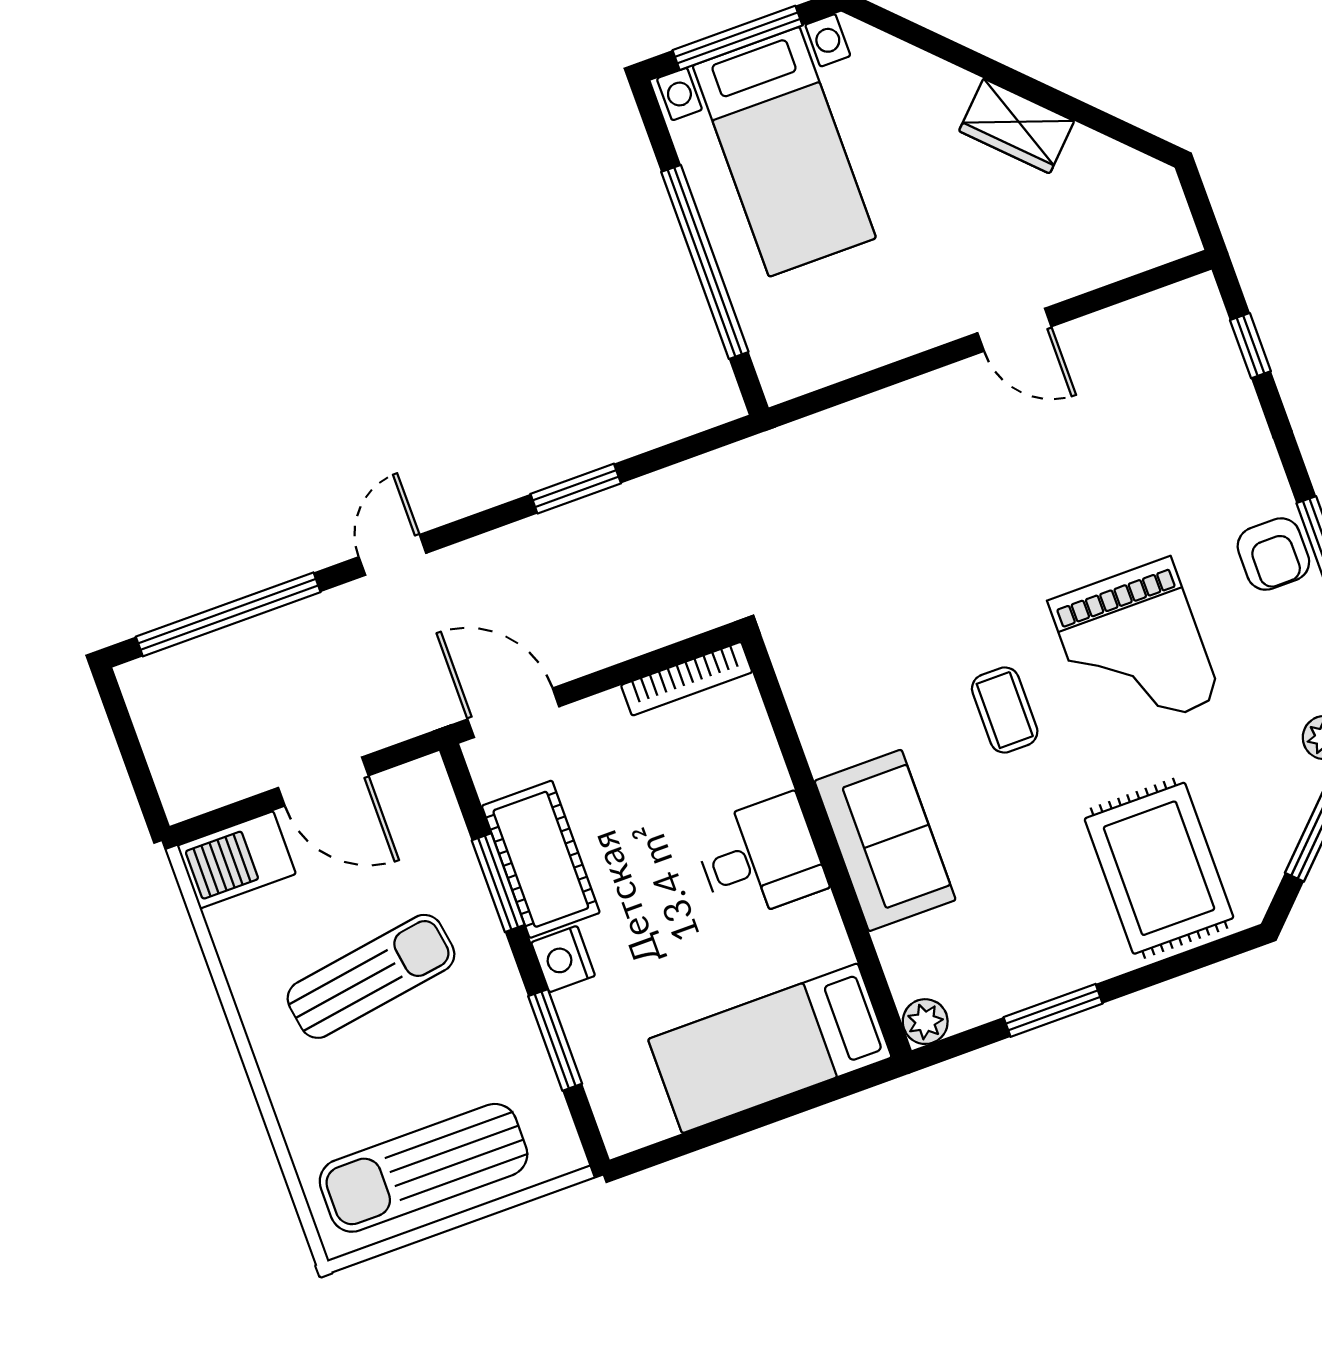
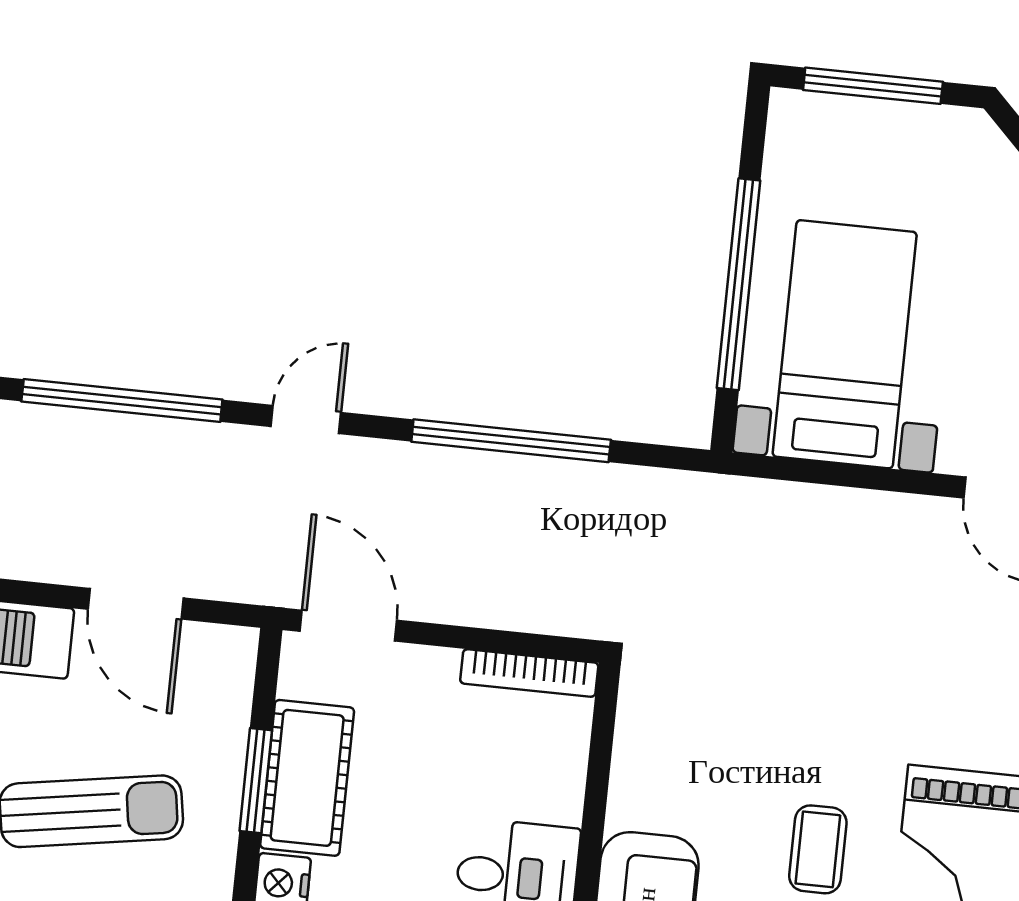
bed with nightstands: (784, 152) -> (845, 344), moved, turned 180
window: (576, 489) -> (511, 441), width x2.11

